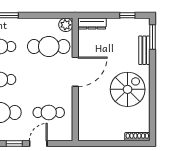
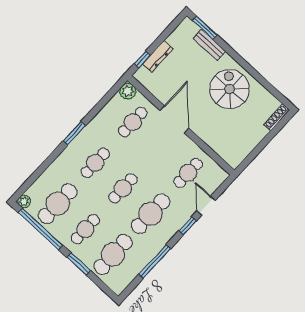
window: (127, 15) -> (142, 59), moved
dresser: (92, 24) -> (158, 56), moved
cafe table: (49, 46) -> (133, 122), width x0.73, depth x0.74

